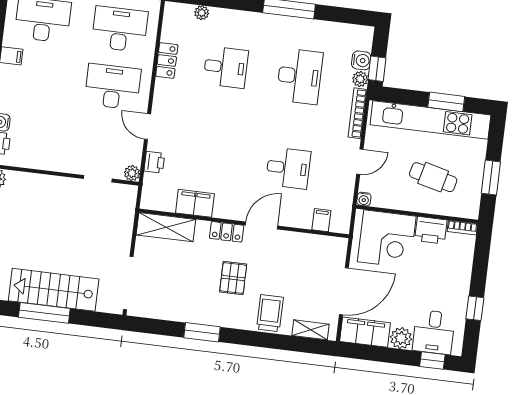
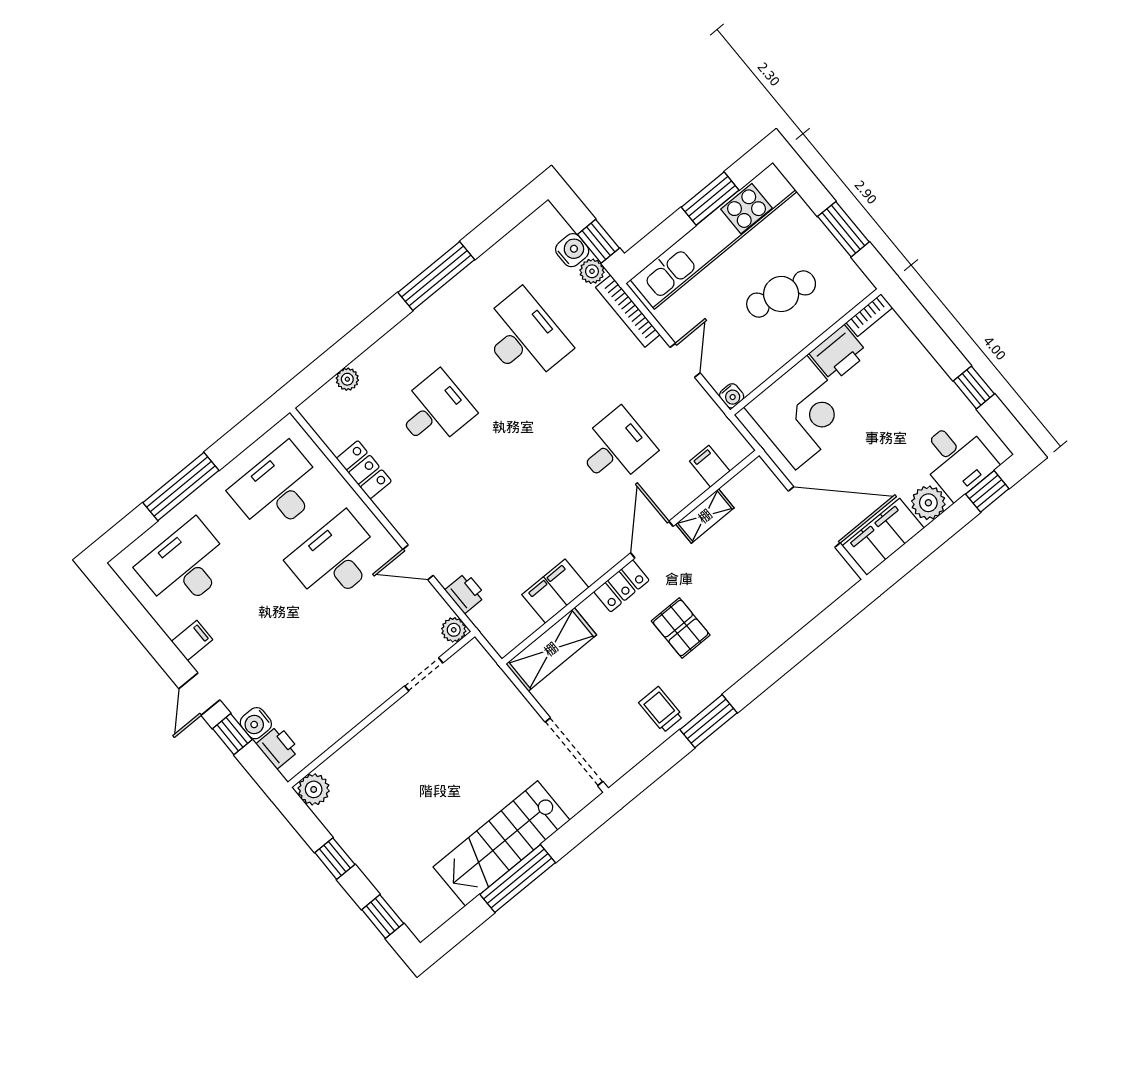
door: (344, 291) -> (814, 517), hinge flipped
trolley: (270, 313) -> (661, 710), moved, width x0.73, depth x0.72
shelving: (310, 330) -> (705, 516), moved

